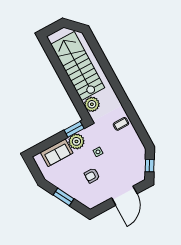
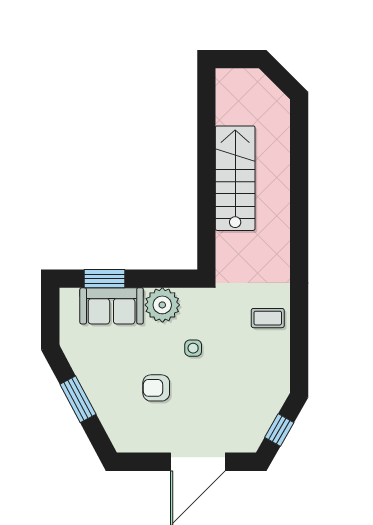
stairs: (78, 66) -> (235, 178), width x0.73, depth x0.66
plant: (92, 104) -> (232, 249), removed
window: (74, 129) -> (104, 279), moved

